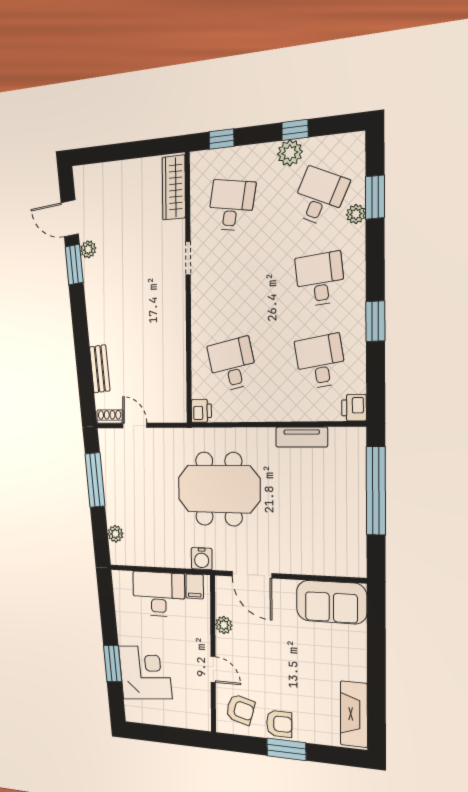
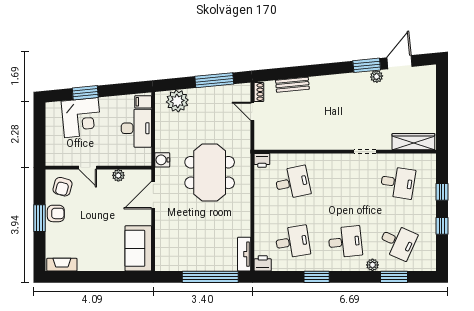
window: (221, 139) -> (442, 192), moved
plant: (290, 153) -> (428, 222), removed
plant: (356, 214) -> (372, 265), moved
door: (135, 426) -> (252, 111), swing flipped
tv unit: (302, 437) -> (244, 254), moved
plant: (115, 534) -> (177, 101), width x1.88, depth x1.88
filing cabinet: (195, 586) -> (143, 102), moved
door: (213, 669) -> (88, 168), hinge flipped
fireplace: (354, 714) -> (62, 265), width x0.73, depth x0.76
armchair: (279, 724) -> (56, 213), turned -90

